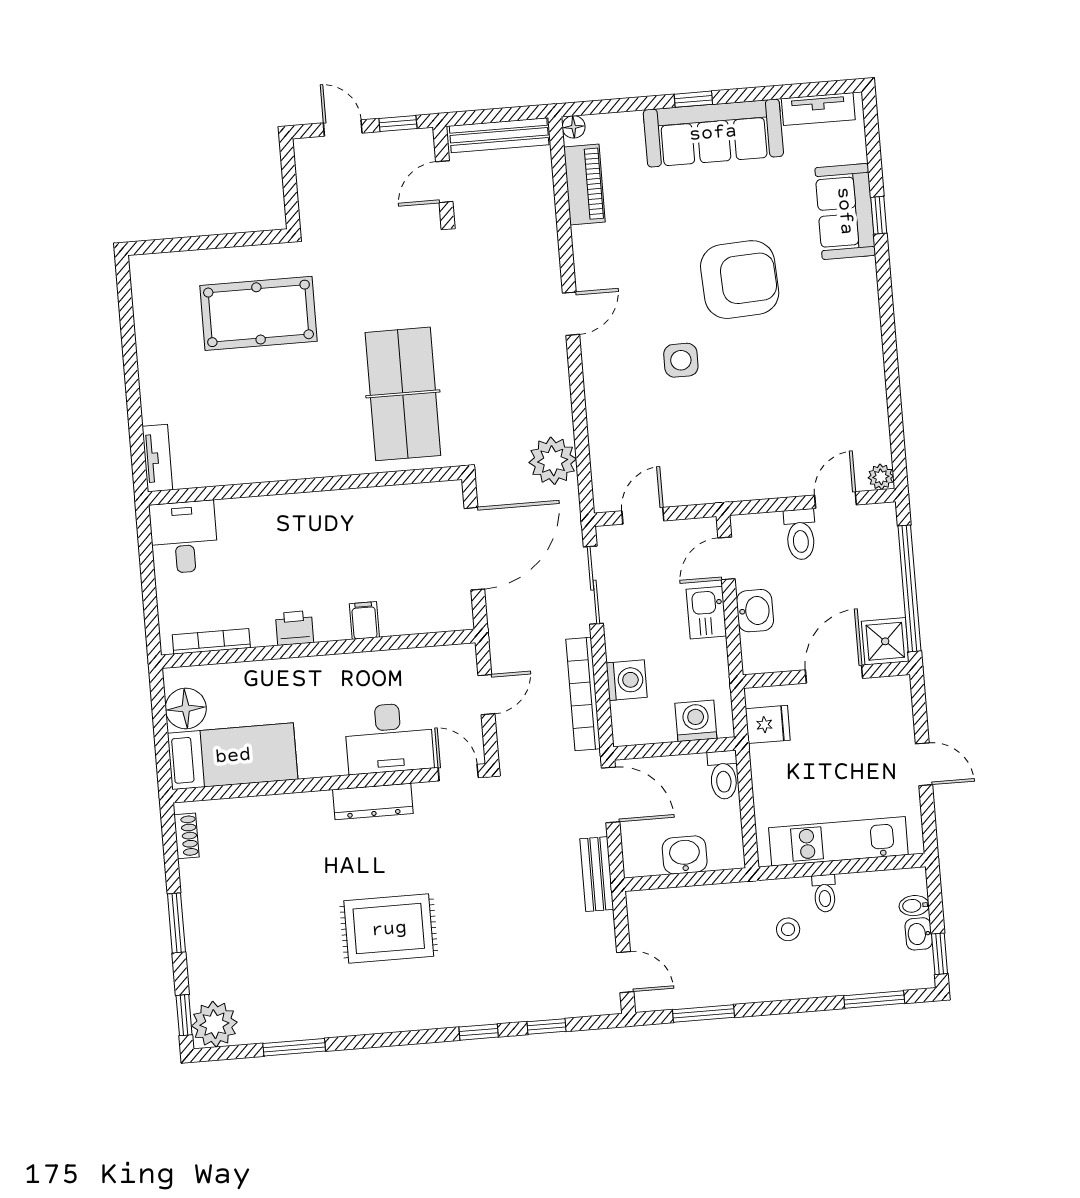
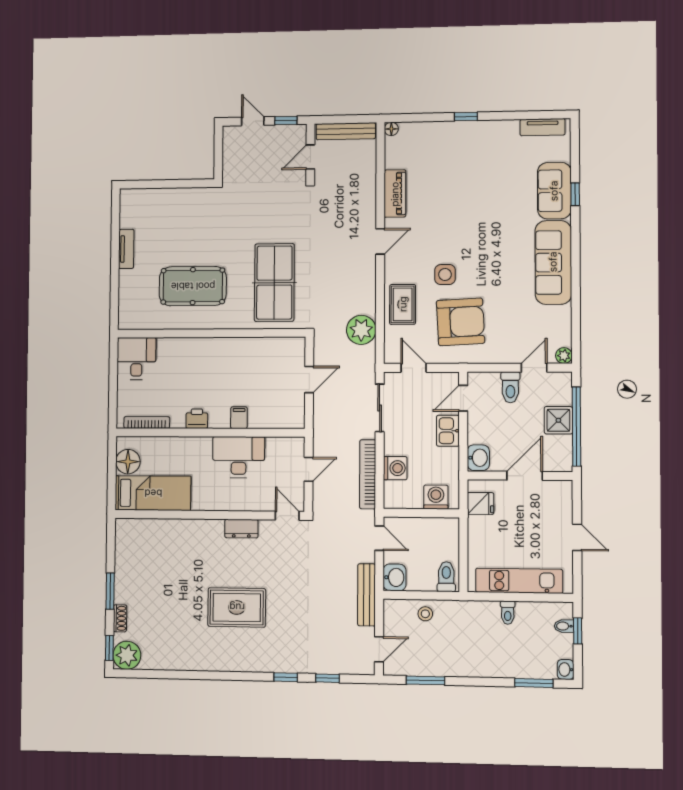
sofa: (713, 133) -> (553, 262), moved, turned 90
piano: (585, 185) -> (395, 194), moved
armchair: (740, 280) -> (461, 322), moved
pool table: (258, 313) -> (193, 286), moved
rug: (616, 414) -> (403, 304), added
tv unit: (157, 458) -> (126, 249), moved
door: (643, 516) -> (414, 368), hinge flipped
door: (474, 549) -> (309, 380), width x0.53
washbasin: (755, 611) -> (478, 458), moved
shower: (885, 641) -> (558, 420), moved
desk: (389, 738) -> (239, 457), moved, turned 180
toilet: (723, 775) -> (446, 577), moved, turned 180
door: (611, 795) -> (379, 538), width x0.73
dresser: (373, 801) -> (241, 529), width x0.70
shoe rack: (187, 836) -> (120, 618), moved
washbasin: (685, 855) -> (395, 577), moved, turned 90
bench: (597, 874) -> (367, 595), width x1.36
stool: (788, 929) -> (425, 614), moved
washbasin: (919, 934) -> (566, 670), moved
window: (940, 954) -> (578, 631), moved
door: (625, 972) -> (379, 649), hinge flipped
window: (294, 1047) -> (173, 675), removed

